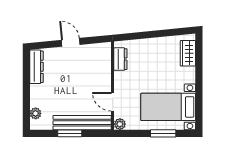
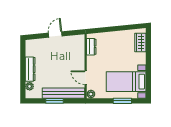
door: (71, 42) -> (55, 35), hinge flipped
dresser: (36, 67) -> (30, 69), moved

